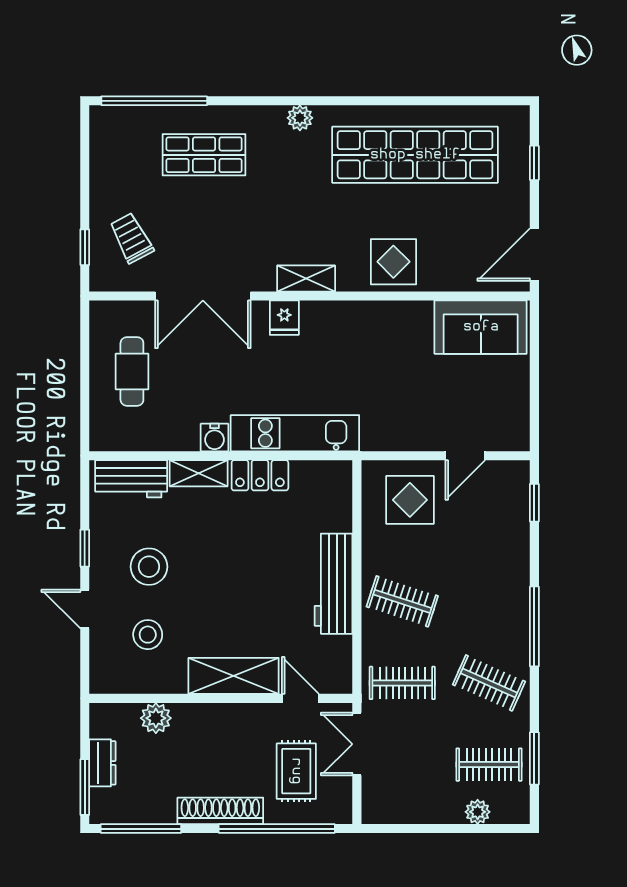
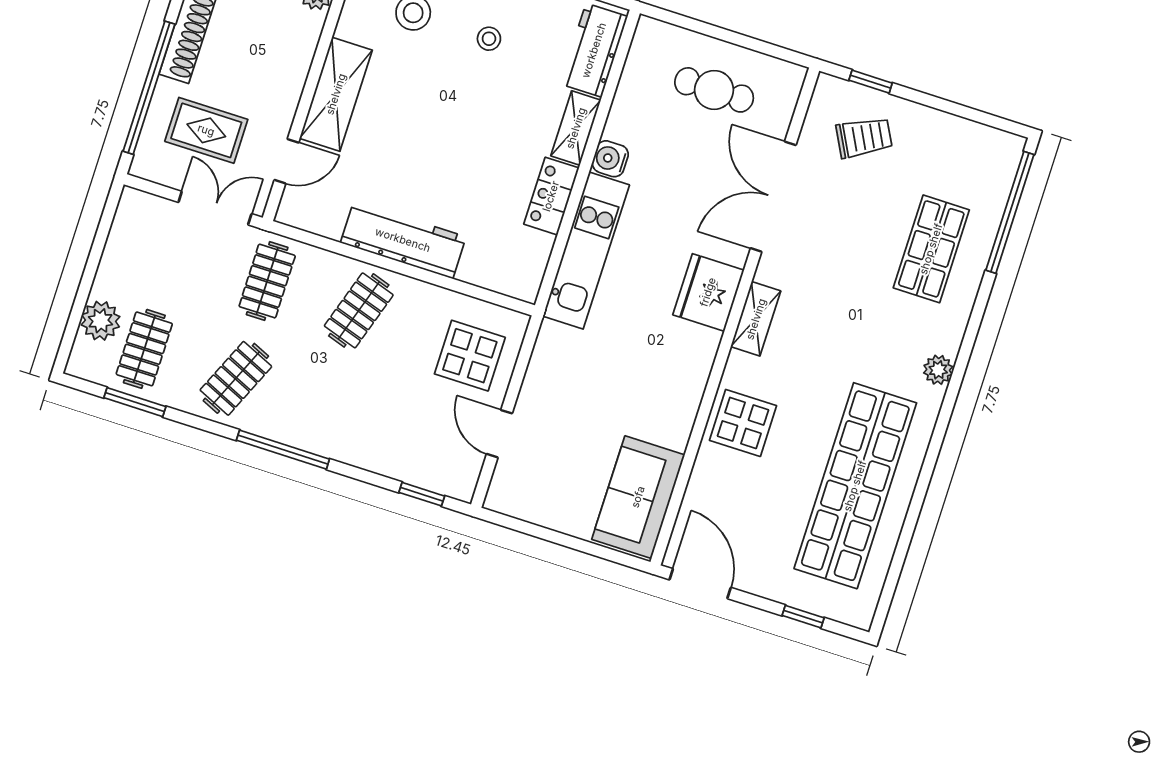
fridge: (284, 318) -> (708, 292), width x1.88, depth x1.34
stool: (149, 567) -> (489, 39), width x0.53, depth x0.53
plant: (478, 812) -> (101, 321), width x1.38, depth x1.38

